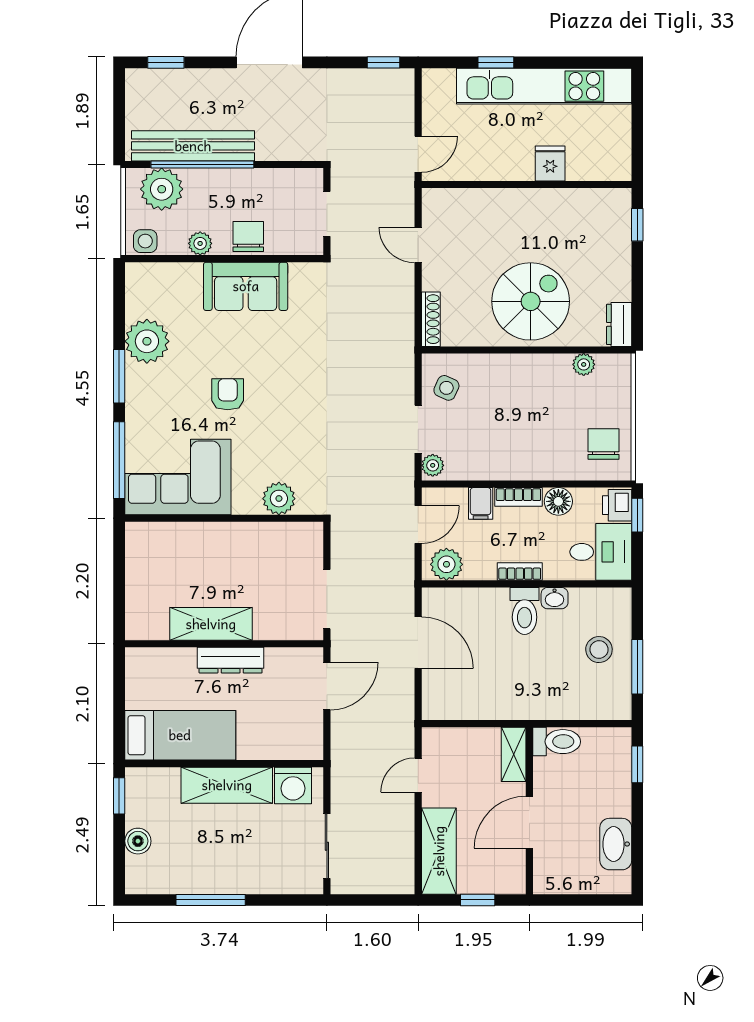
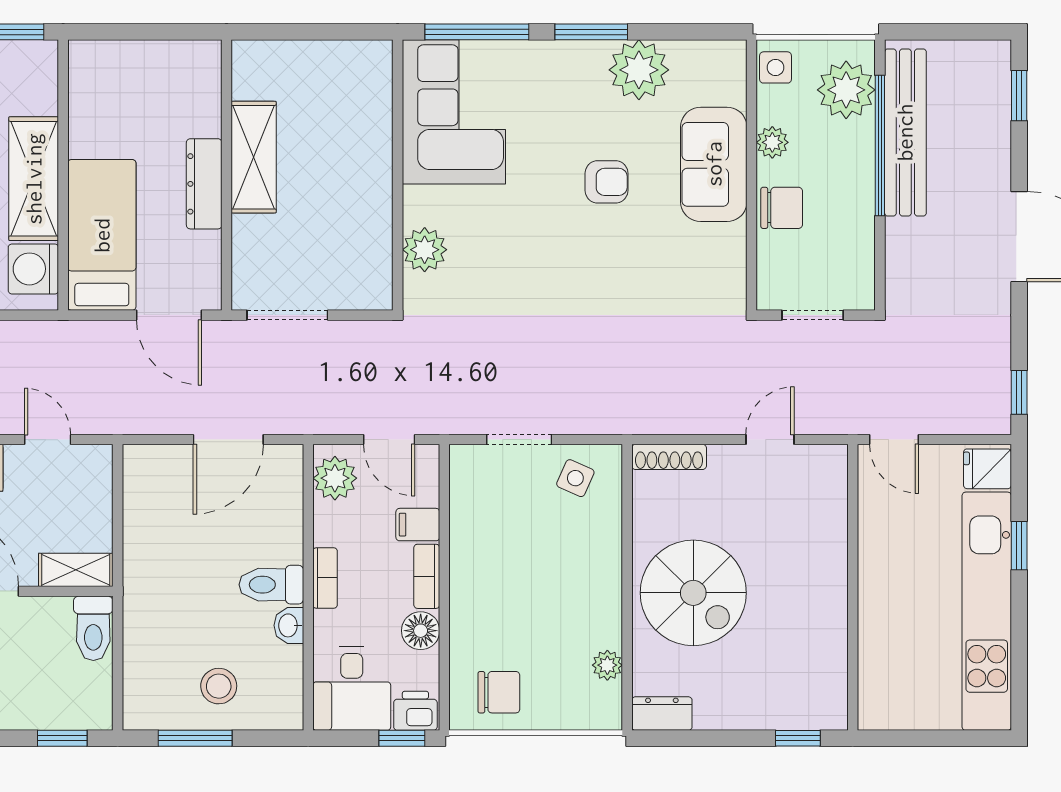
fridge: (550, 164) -> (987, 469), moved, turned 180
sofa: (246, 286) -> (714, 164), moved
armchair: (228, 394) -> (607, 182), moved
plant: (433, 465) -> (470, 459), removed
bed: (180, 735) -> (102, 235), moved, turned 180

